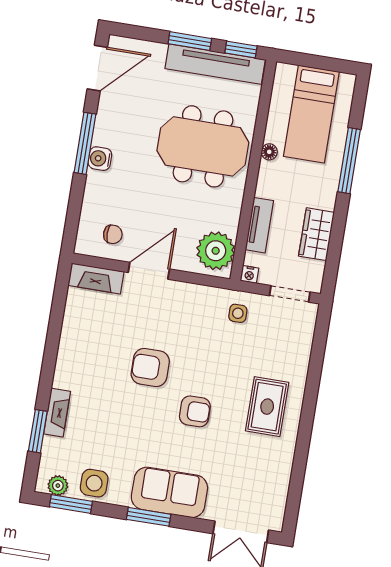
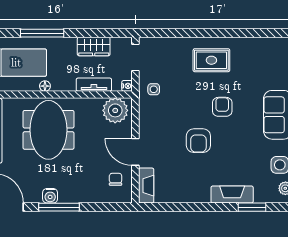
water cooler: (100, 159) -> (50, 196), moved
fireplace: (57, 413) -> (232, 195), width x1.37, depth x1.32

